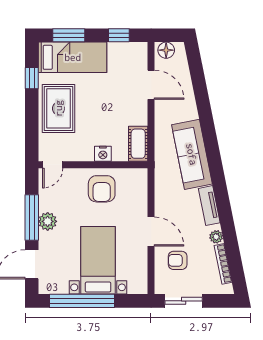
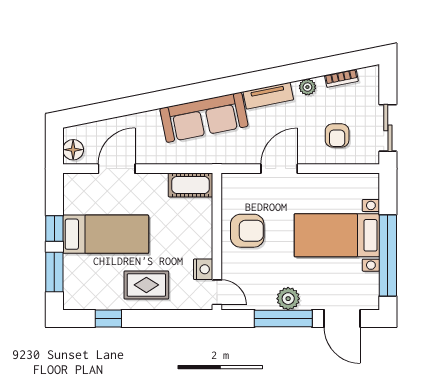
window: (119, 35) -> (54, 229), moved
bed: (73, 57) -> (106, 234), moved, turned 90
rug: (58, 108) -> (146, 285), width x0.73, depth x0.70
nightstand: (103, 154) -> (203, 269), moved
door: (151, 232) -> (279, 169), moved
bookcase: (223, 264) -> (341, 78), width x0.64

